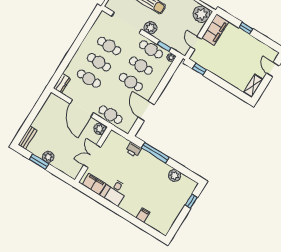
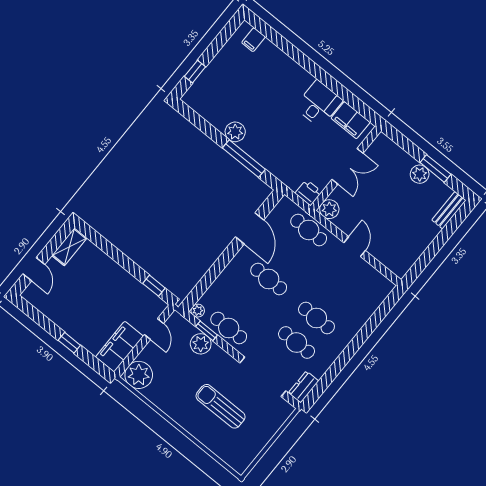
plant: (151, 28) -> (201, 344), moved
cafe table: (141, 66) -> (249, 304), removed
cafe table: (89, 79) -> (336, 294), removed
dresser: (62, 83) -> (304, 387), moved
door: (82, 108) -> (355, 247), width x0.53
printer: (133, 150) -> (308, 193), moved
plant: (175, 175) -> (235, 132), moved
filing cabinet: (143, 215) -> (253, 40), moved

